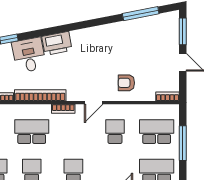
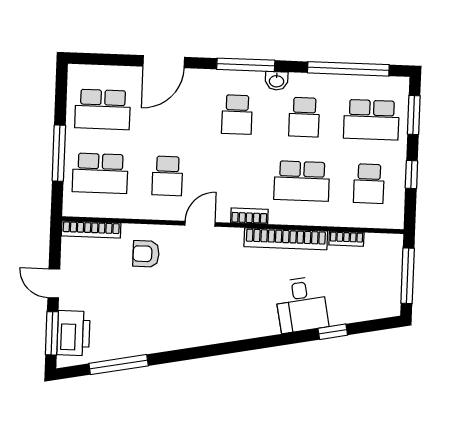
printer: (57, 43) -> (73, 333), moved, turned 101
armchair: (126, 83) -> (146, 254), turned 180
bookcase: (167, 97) -> (91, 230), width x1.56

